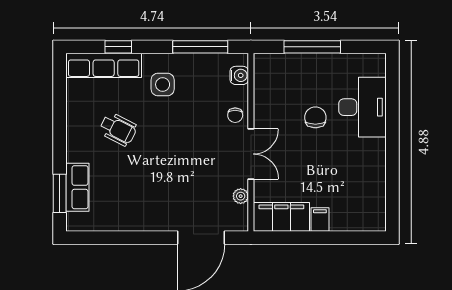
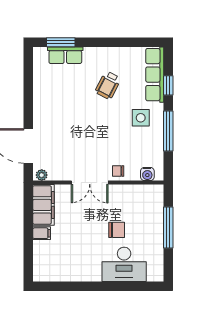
window: (200, 47) -> (168, 131), moved
plant: (241, 196) -> (42, 175), moved

